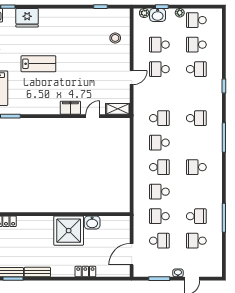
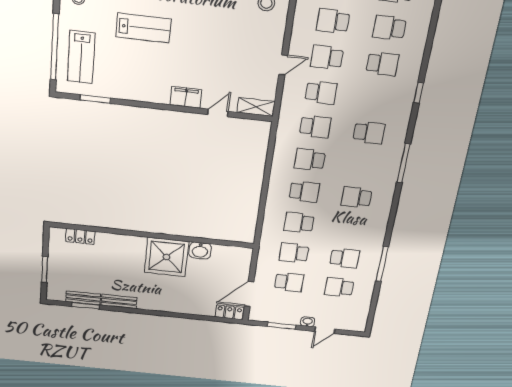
school desk: (159, 94) -> (321, 93), added
locker: (85, 272) -> (229, 312), moved

